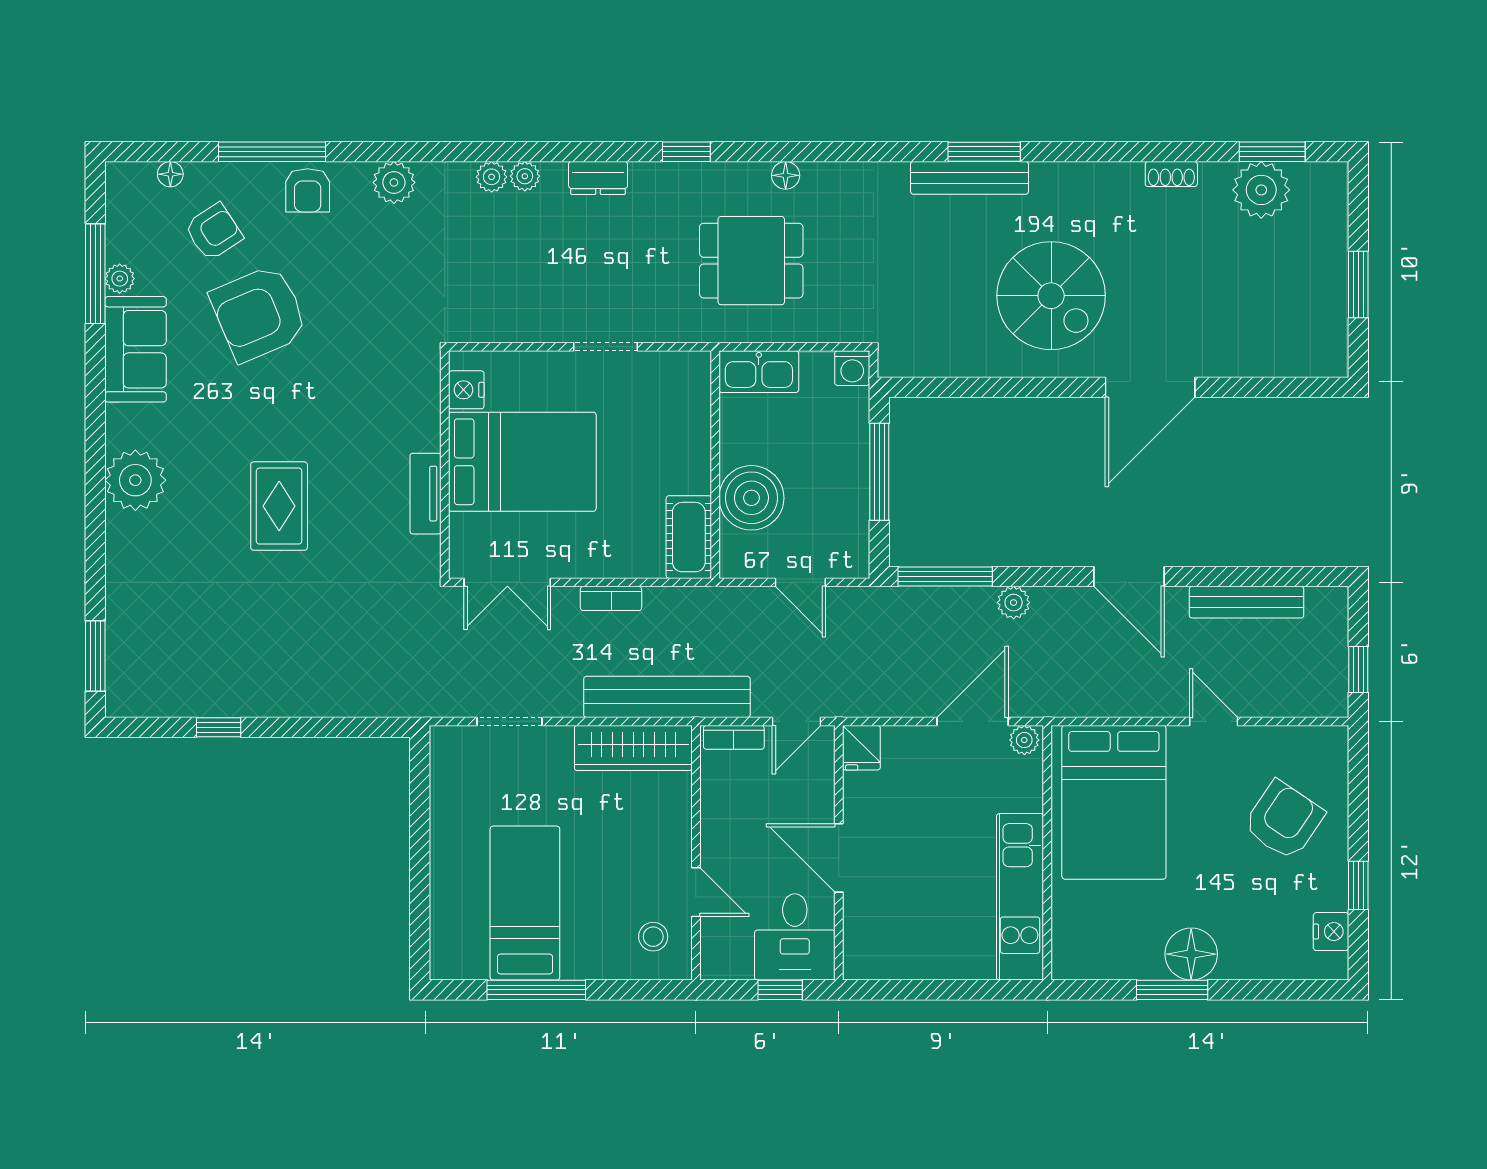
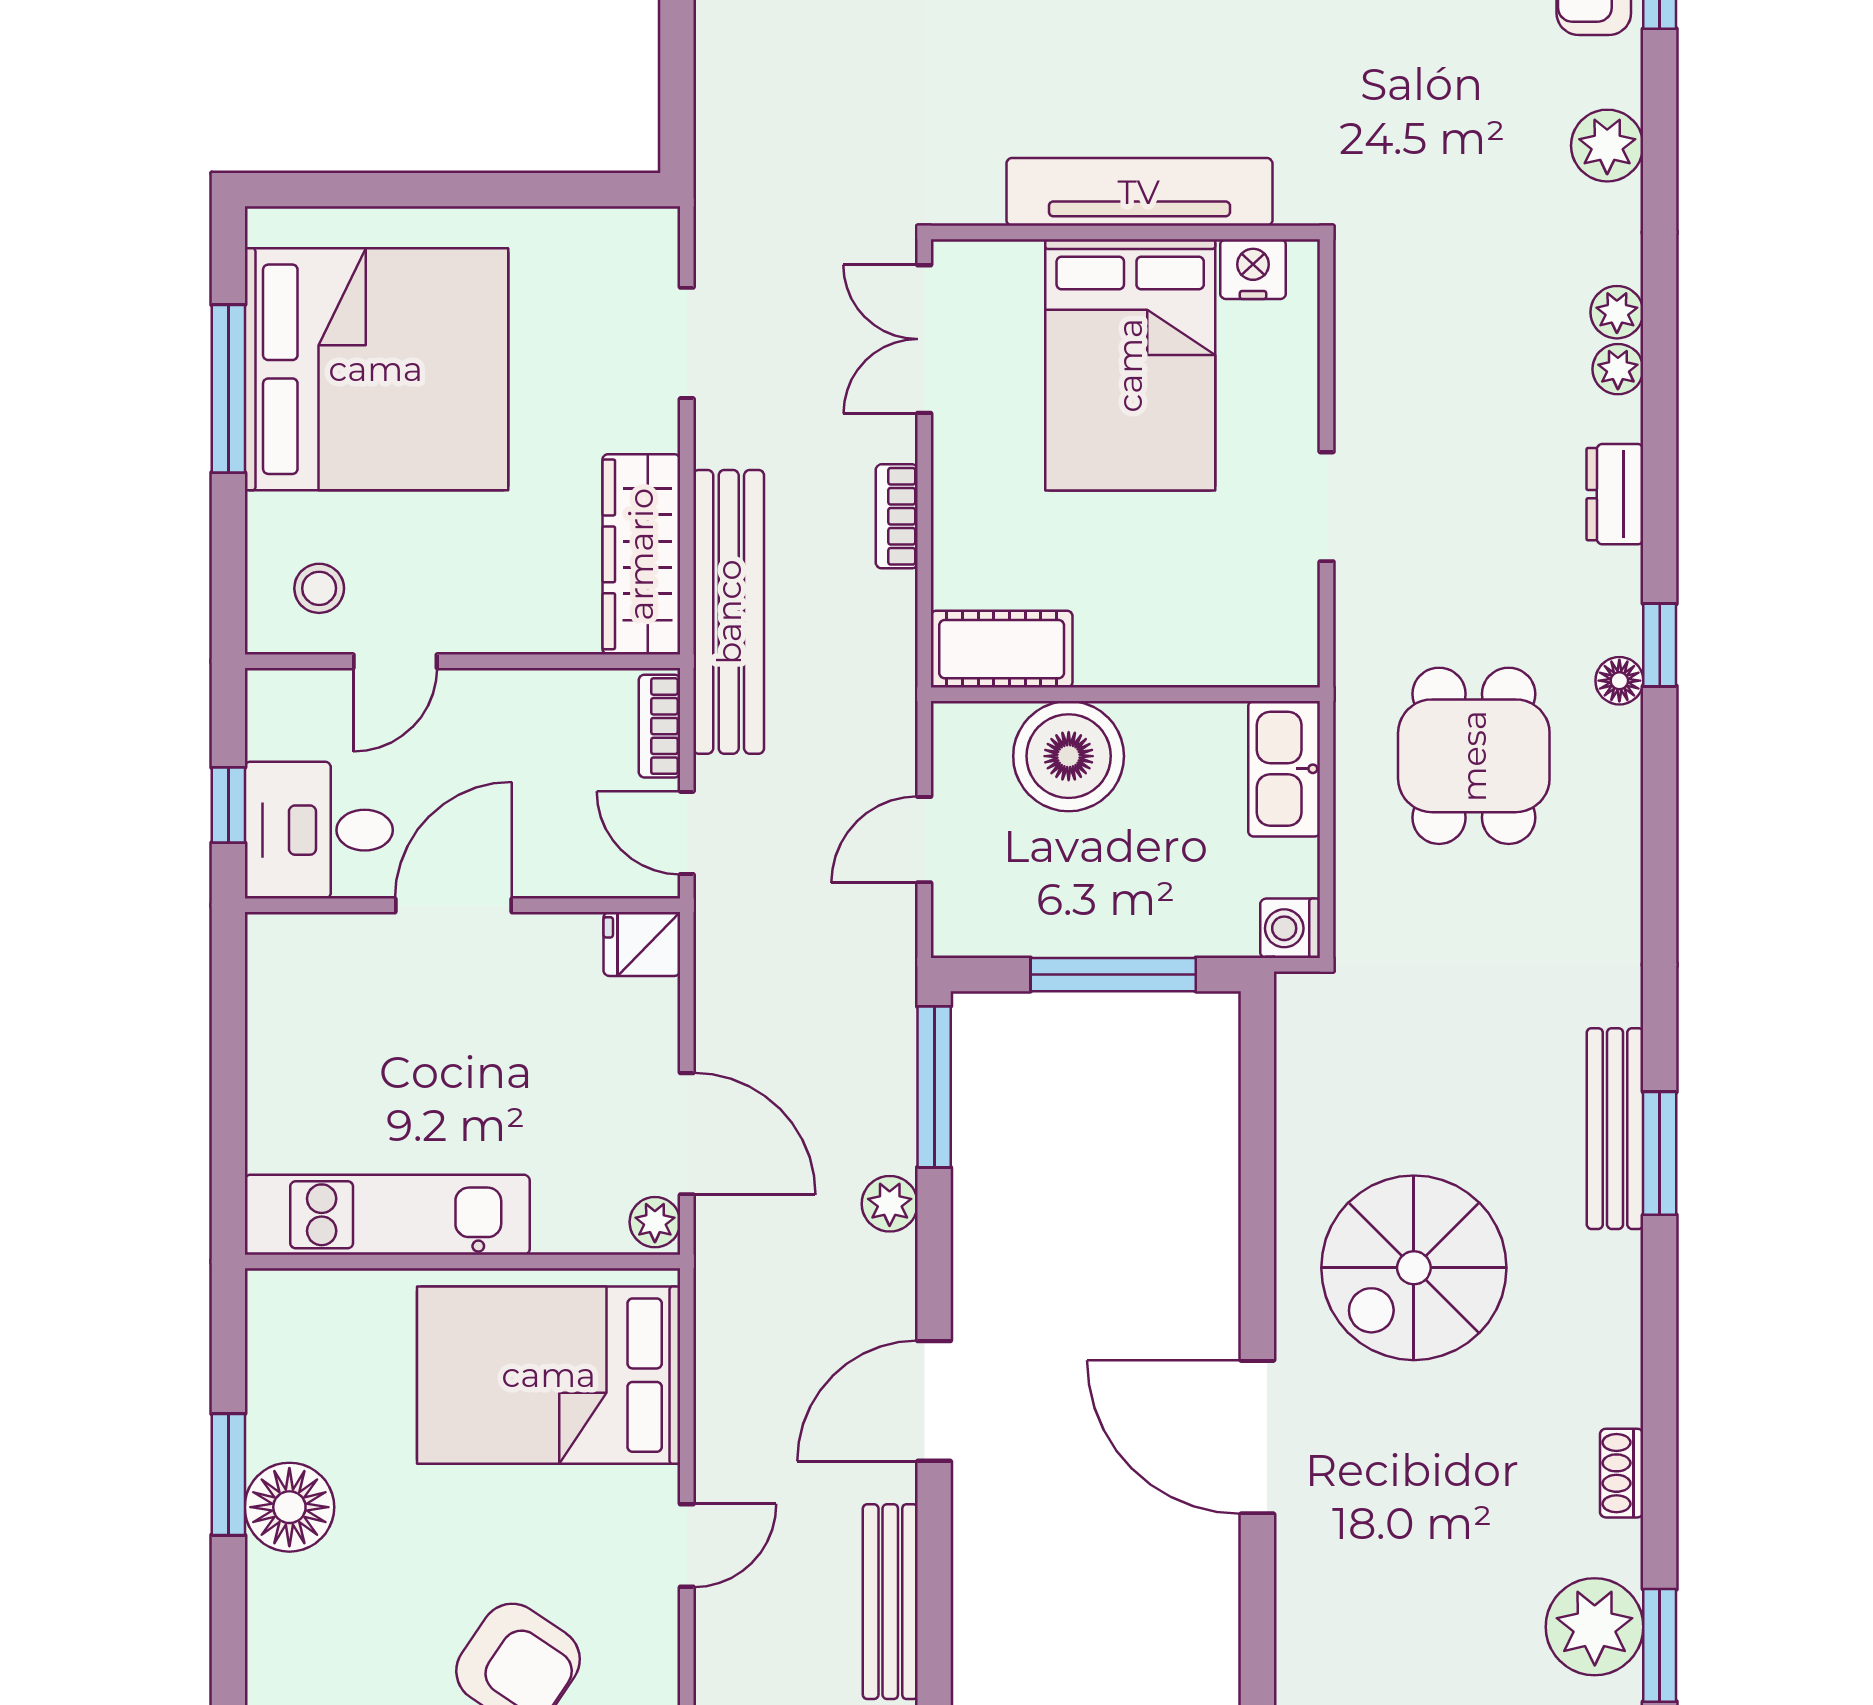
floor lamp: (786, 175) -> (1619, 681), moved
tv unit: (425, 494) -> (1139, 192), width x1.92, depth x1.29
bed: (525, 903) -> (376, 369), width x2.04

